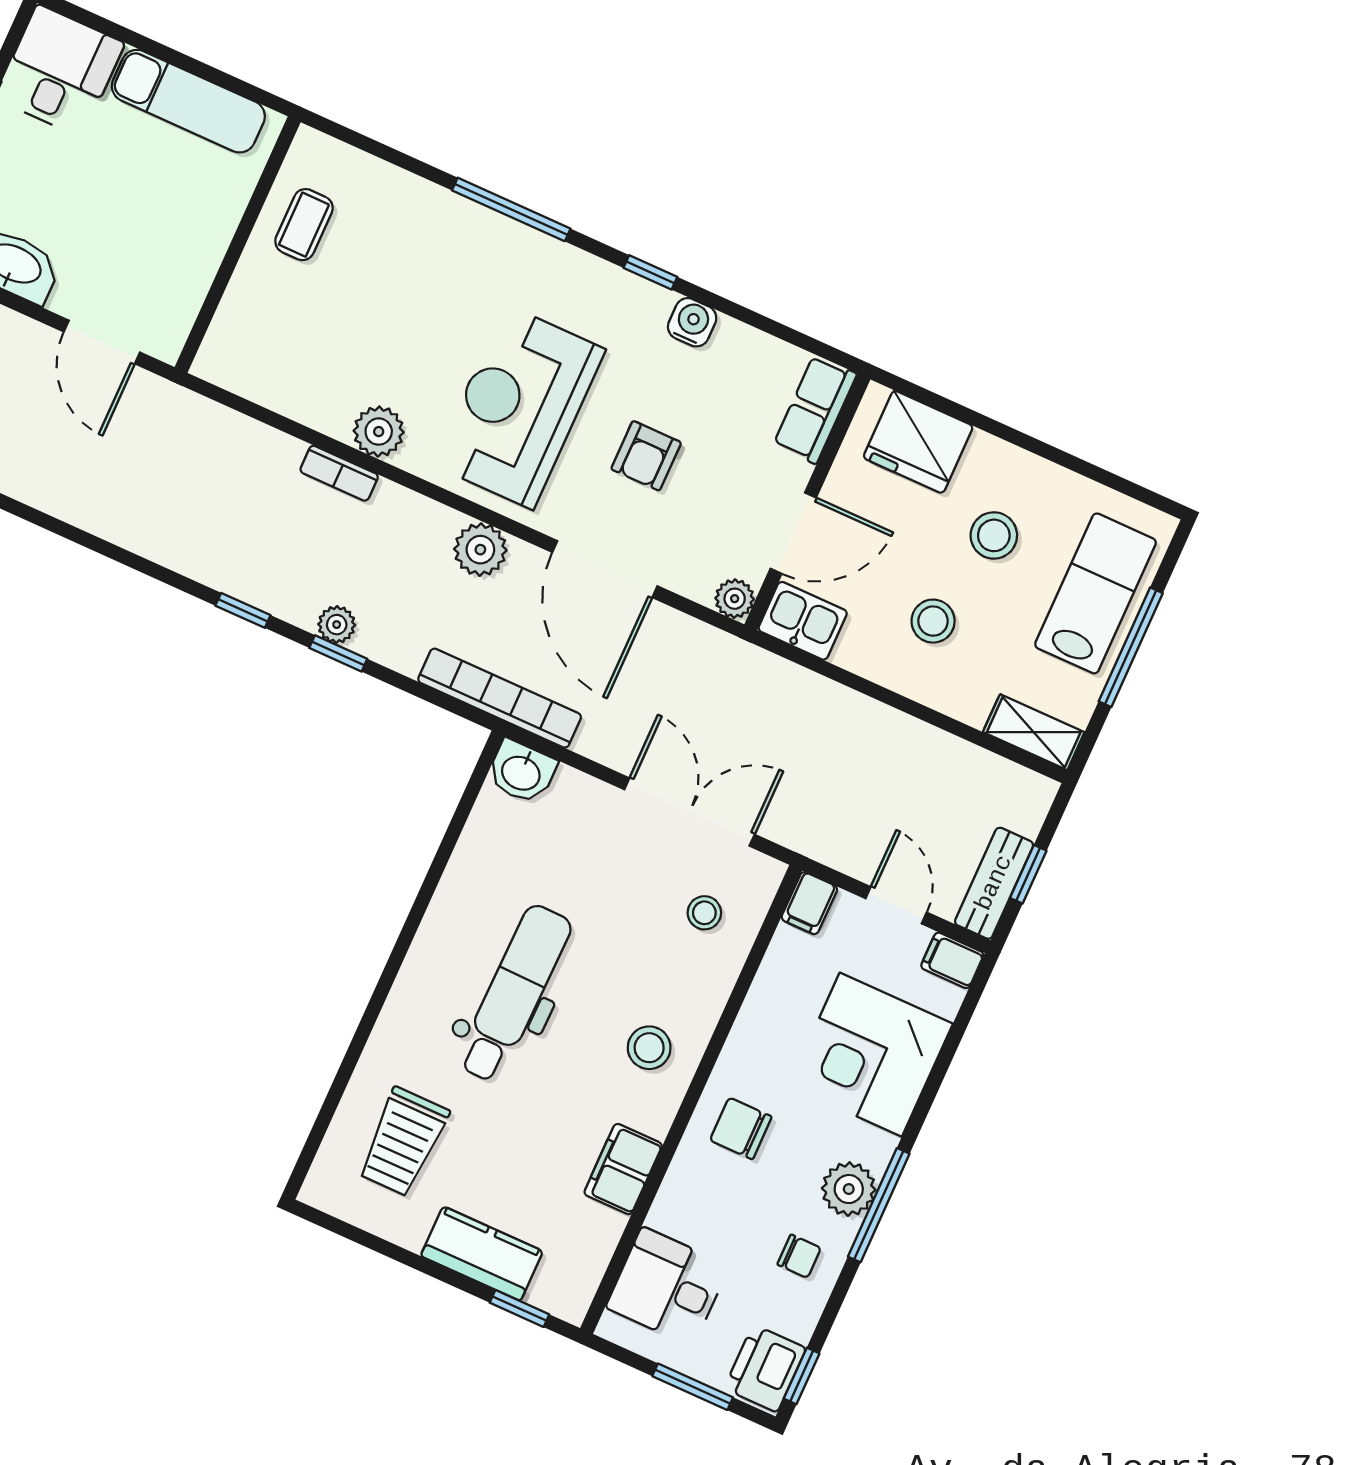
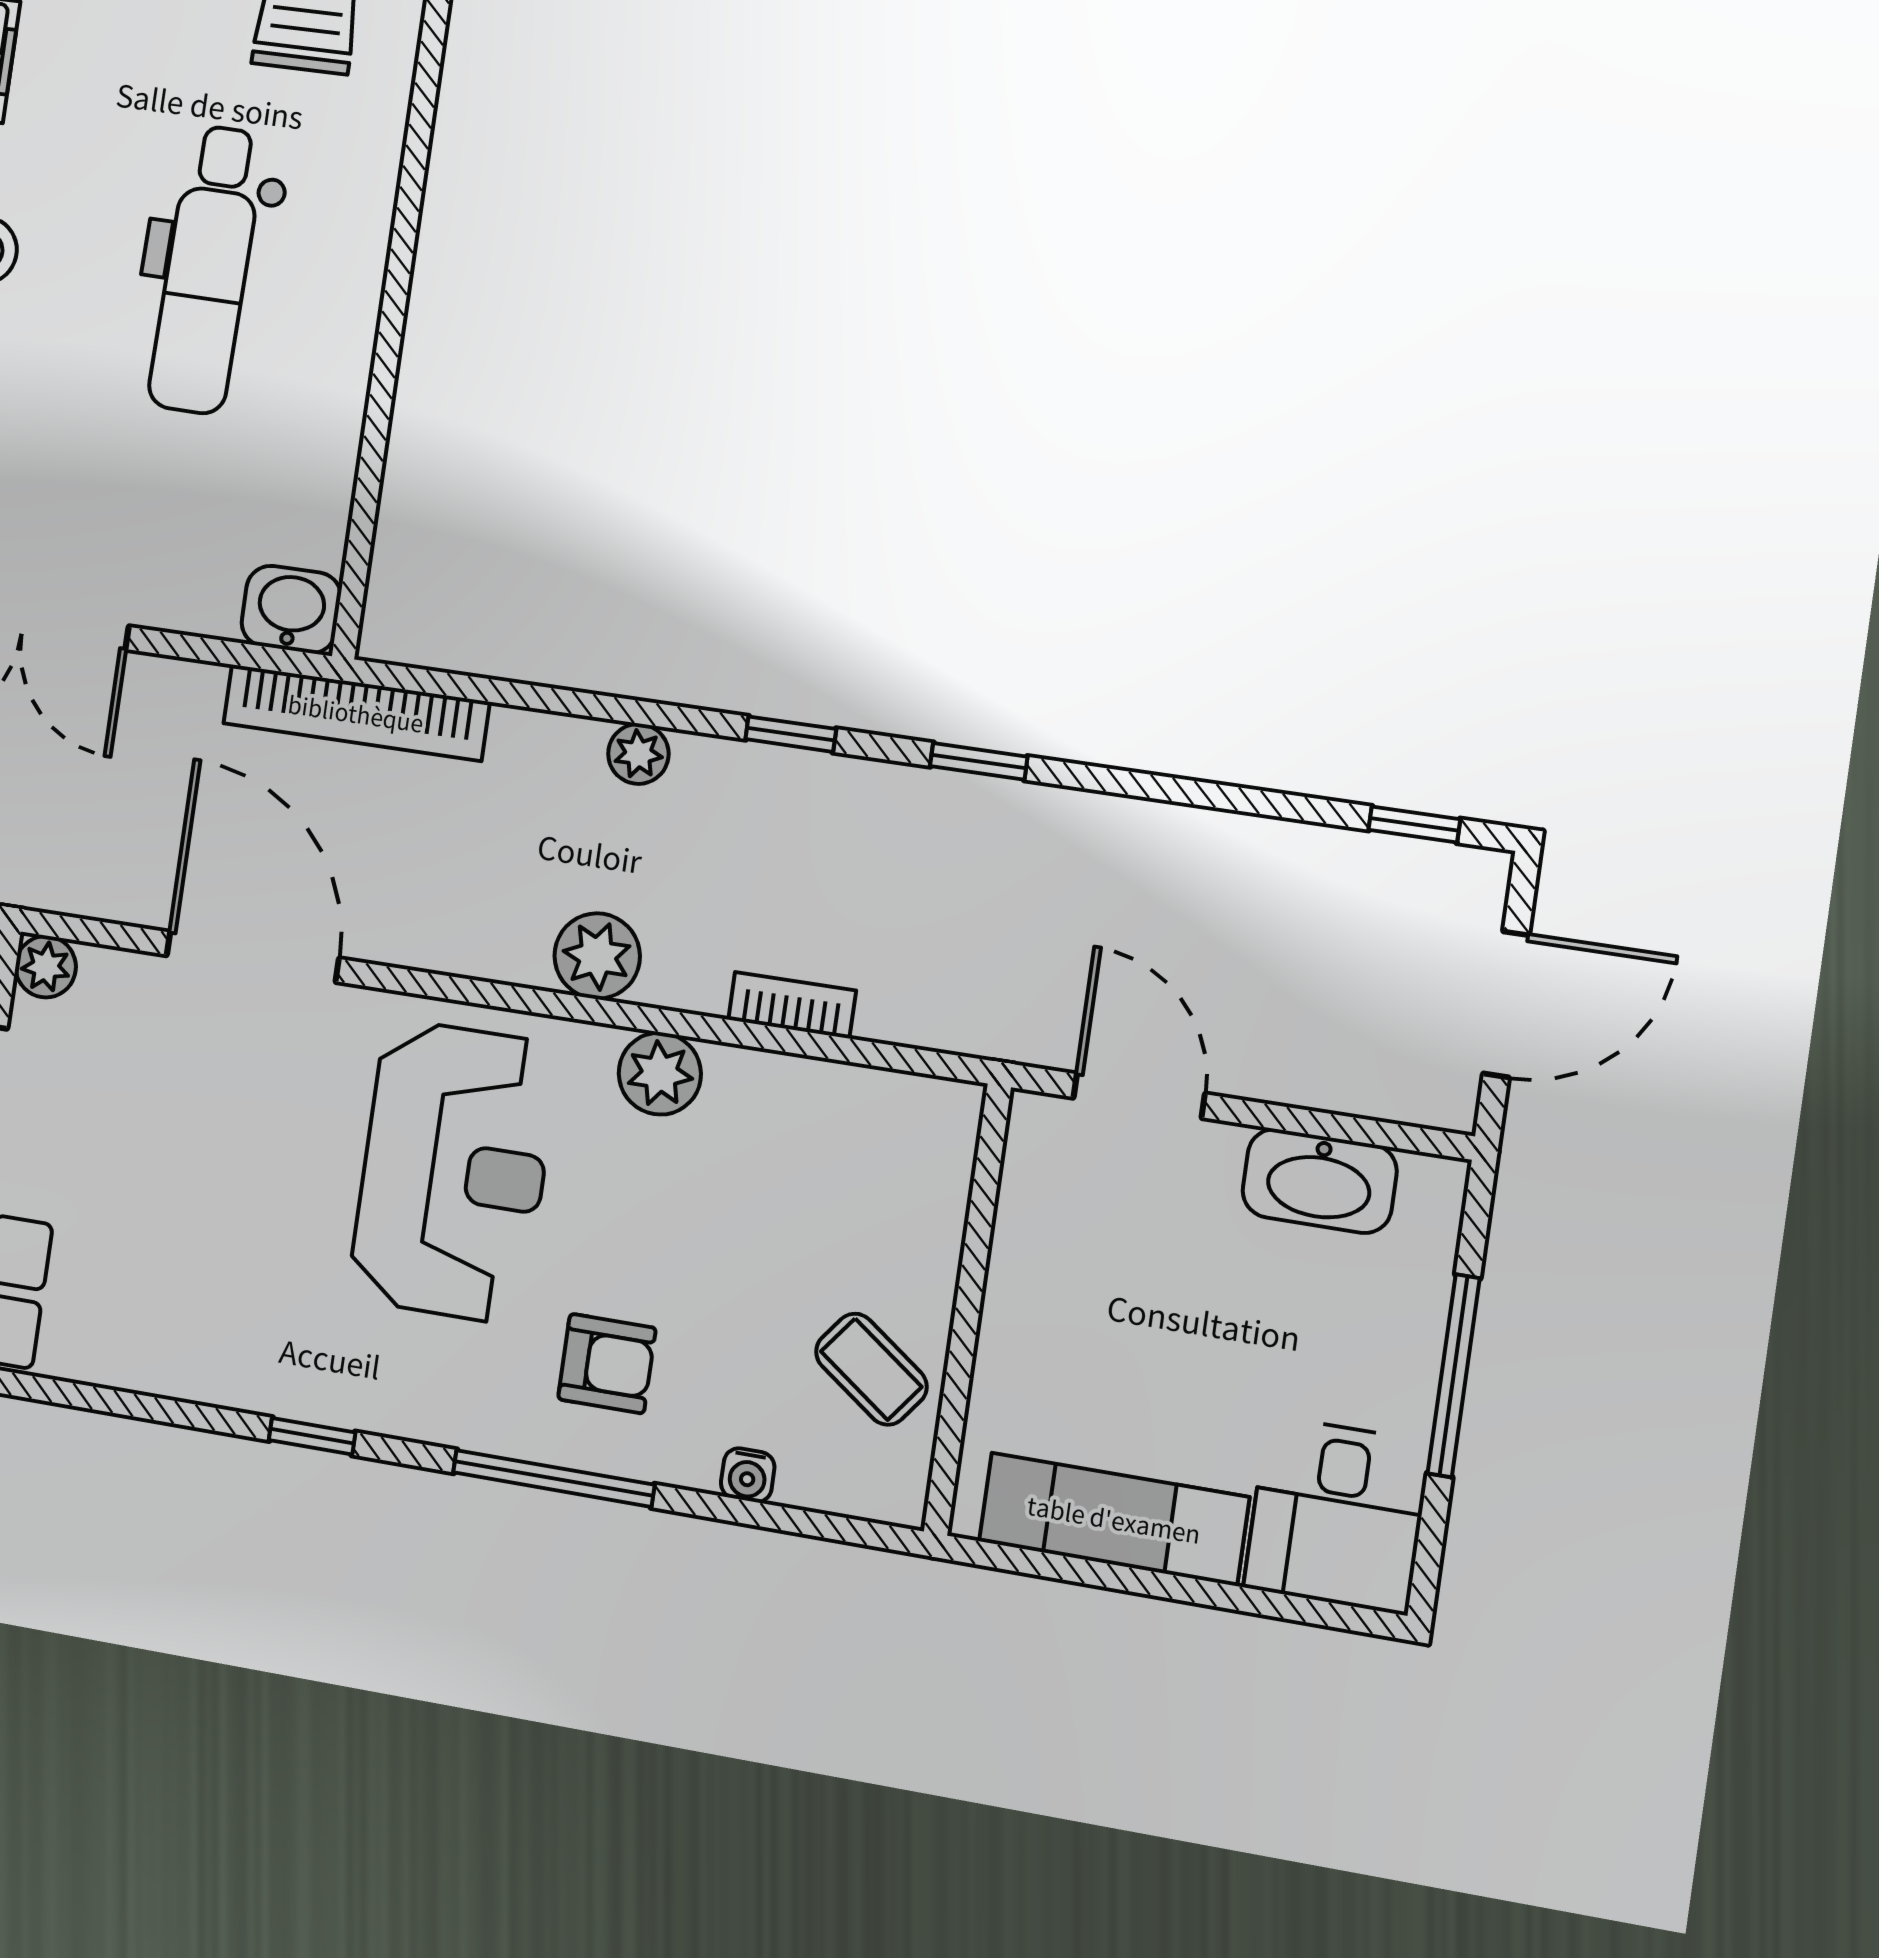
coffee table: (304, 225) -> (871, 1369), turned -53
water cooler: (692, 322) -> (748, 1475), moved, width x0.72, depth x0.72
armchair: (646, 456) -> (607, 1364), moved, turned 90
bookcase: (339, 473) -> (792, 1005), moved
plant: (480, 550) -> (597, 956), moved
window: (338, 653) -> (979, 761), moved

